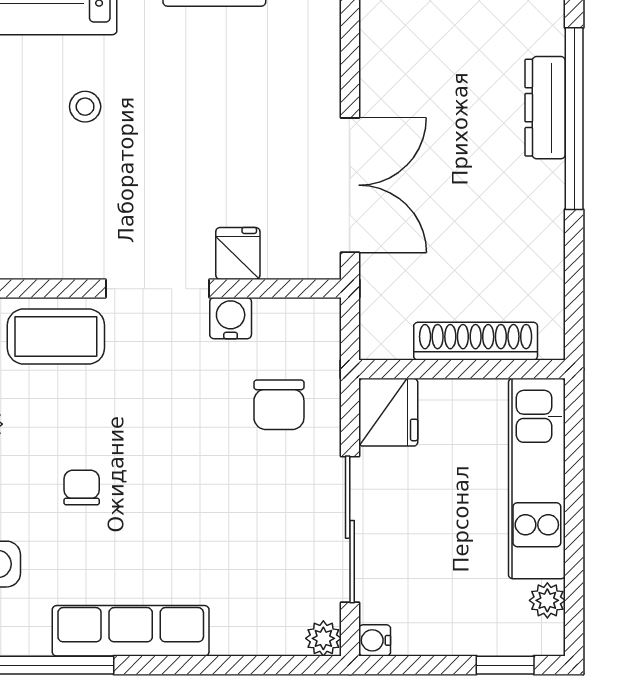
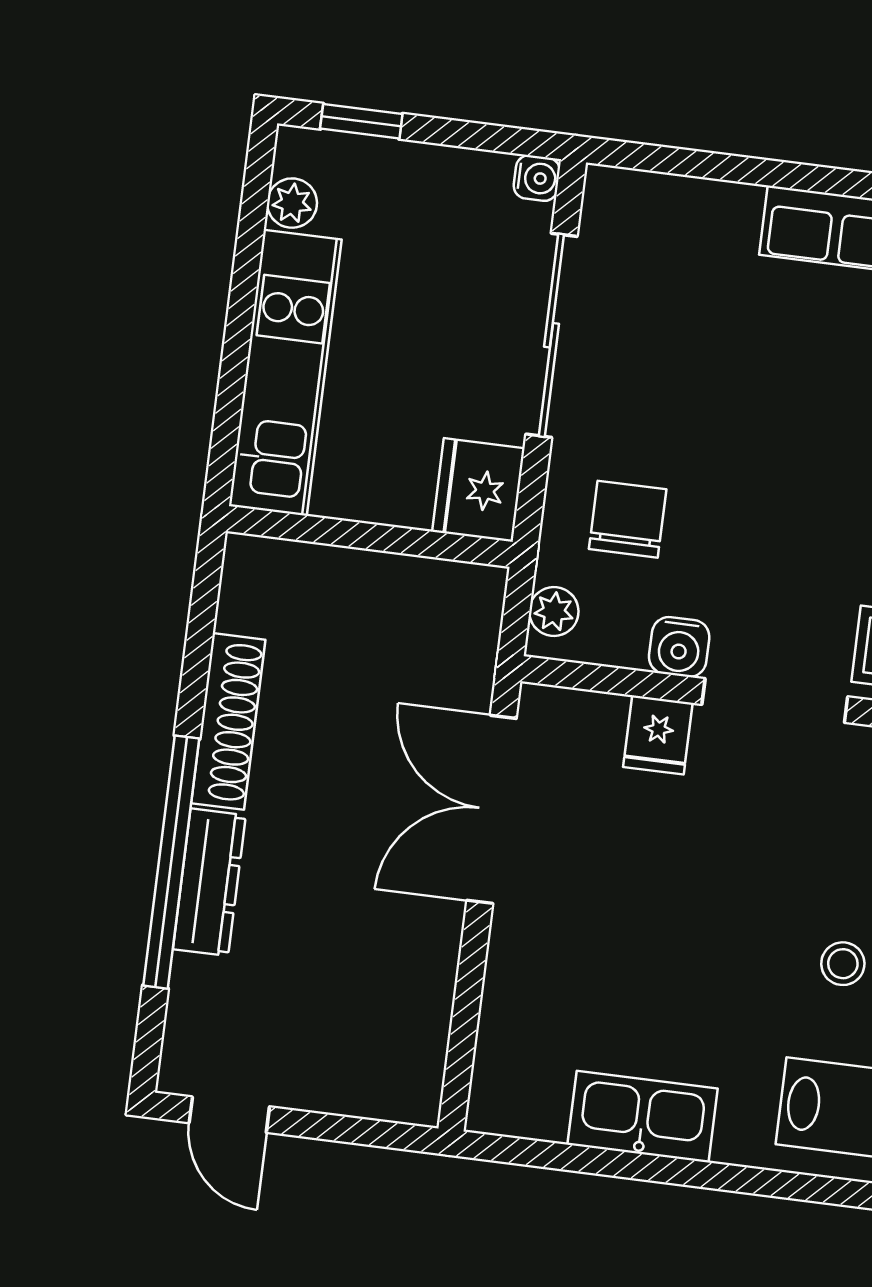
shoe rack: (476, 341) -> (228, 721), moved, turned -90
plant: (323, 638) -> (554, 612), moved

